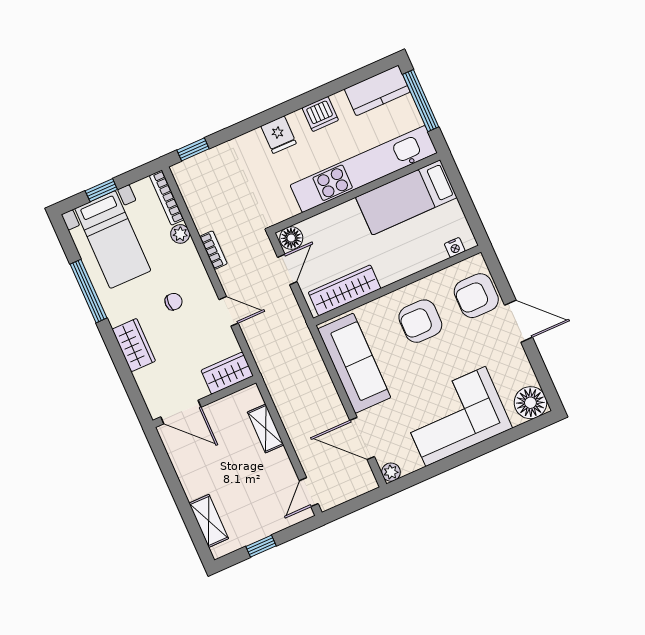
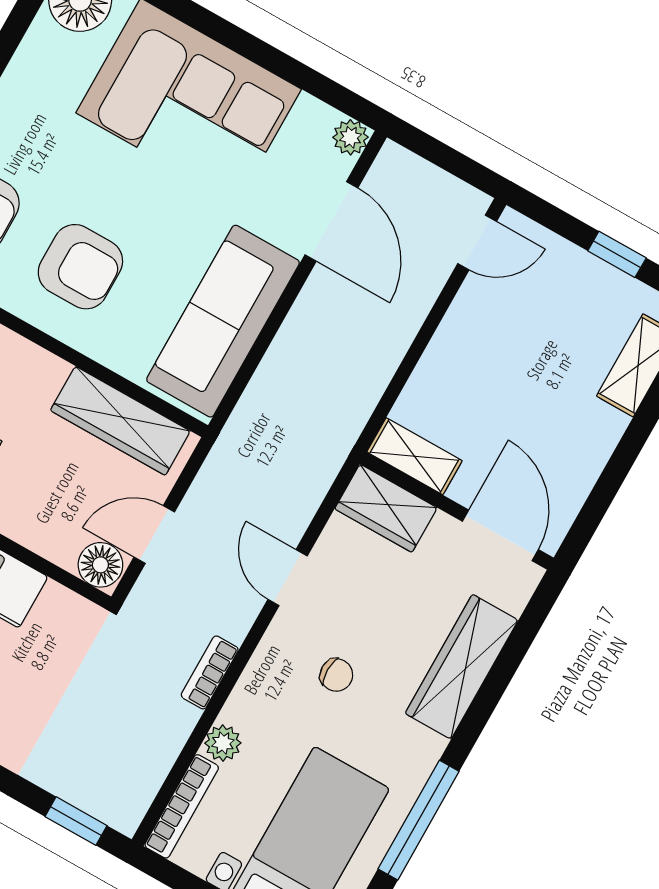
chair: (174, 302) -> (336, 675), turned 180
wardrobe: (134, 345) -> (462, 667), width x1.50
shelving: (266, 428) -> (414, 456), moved, turned 90

